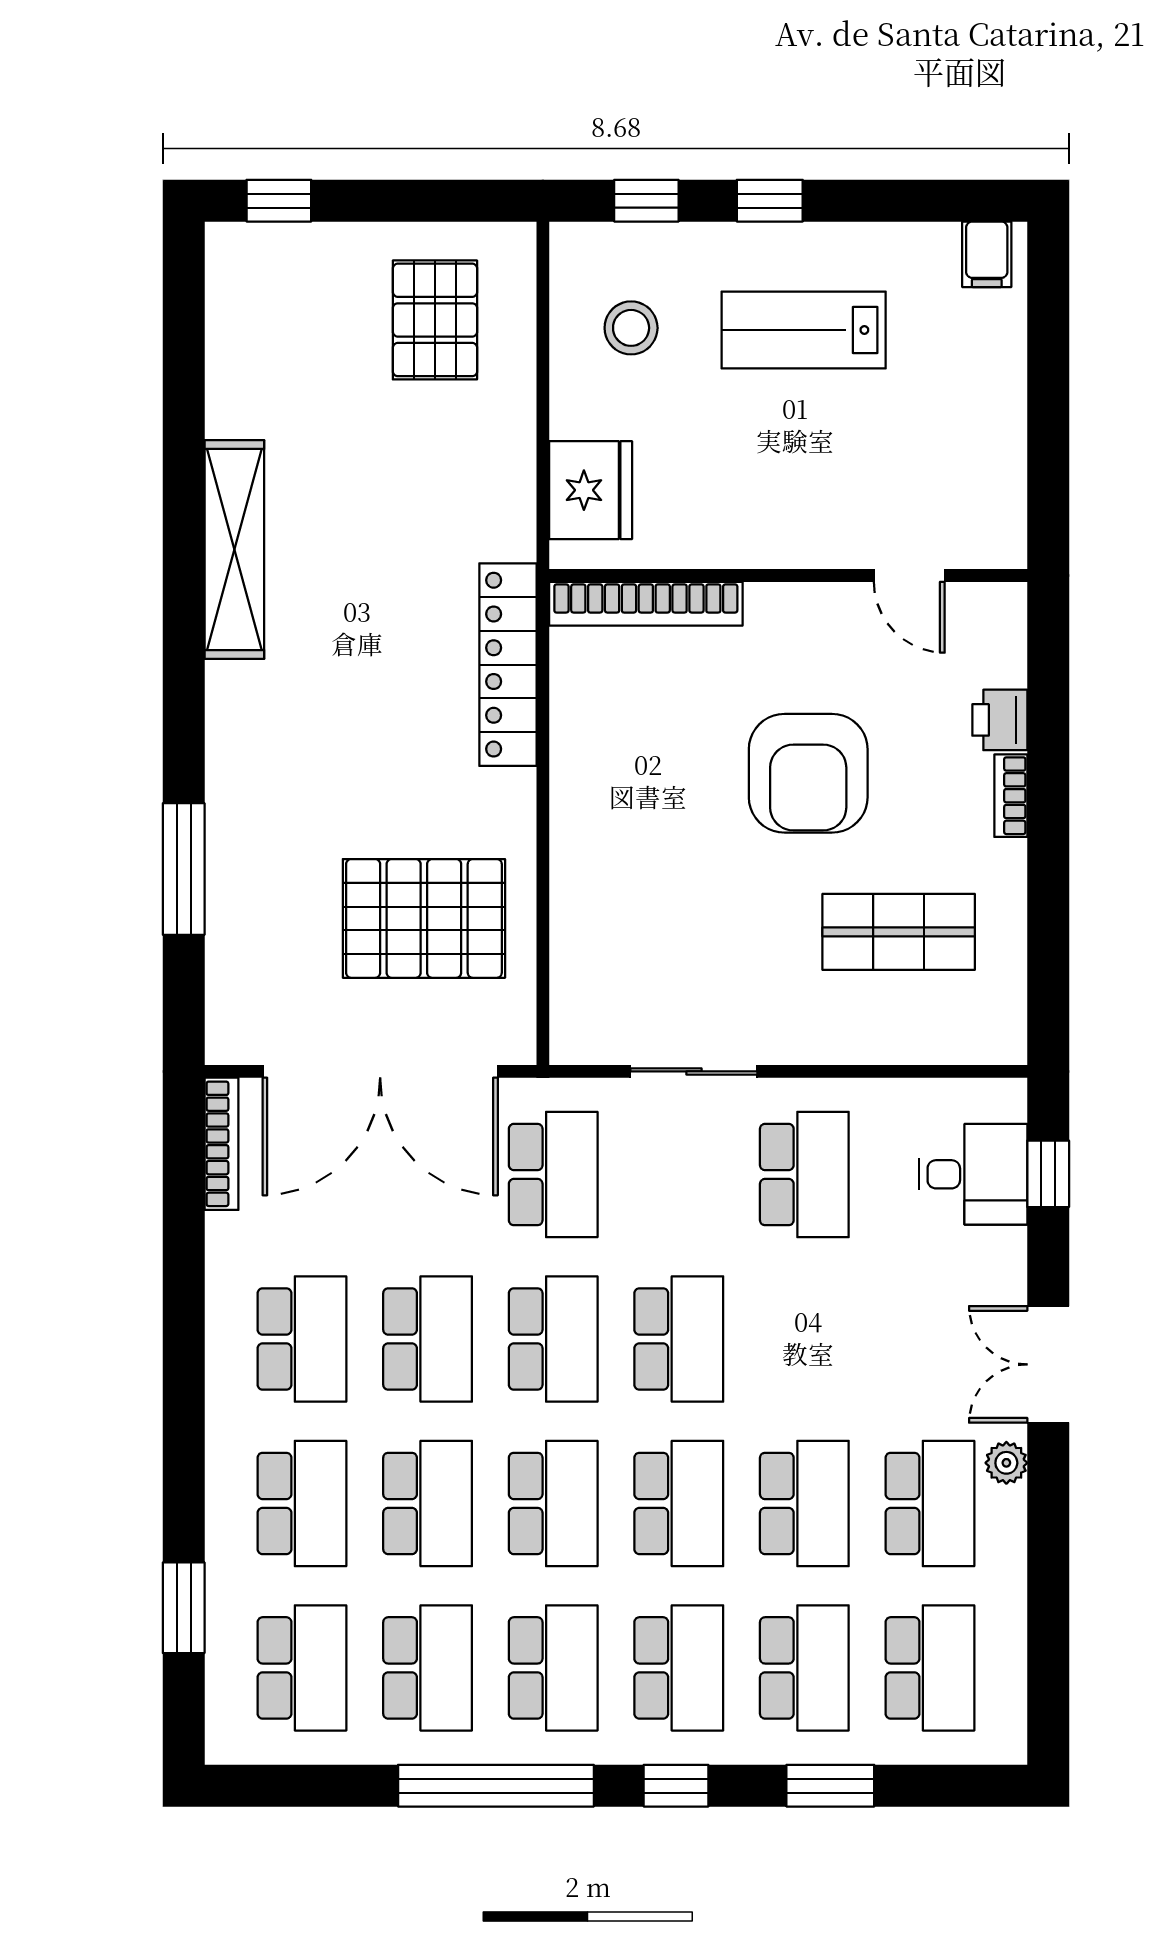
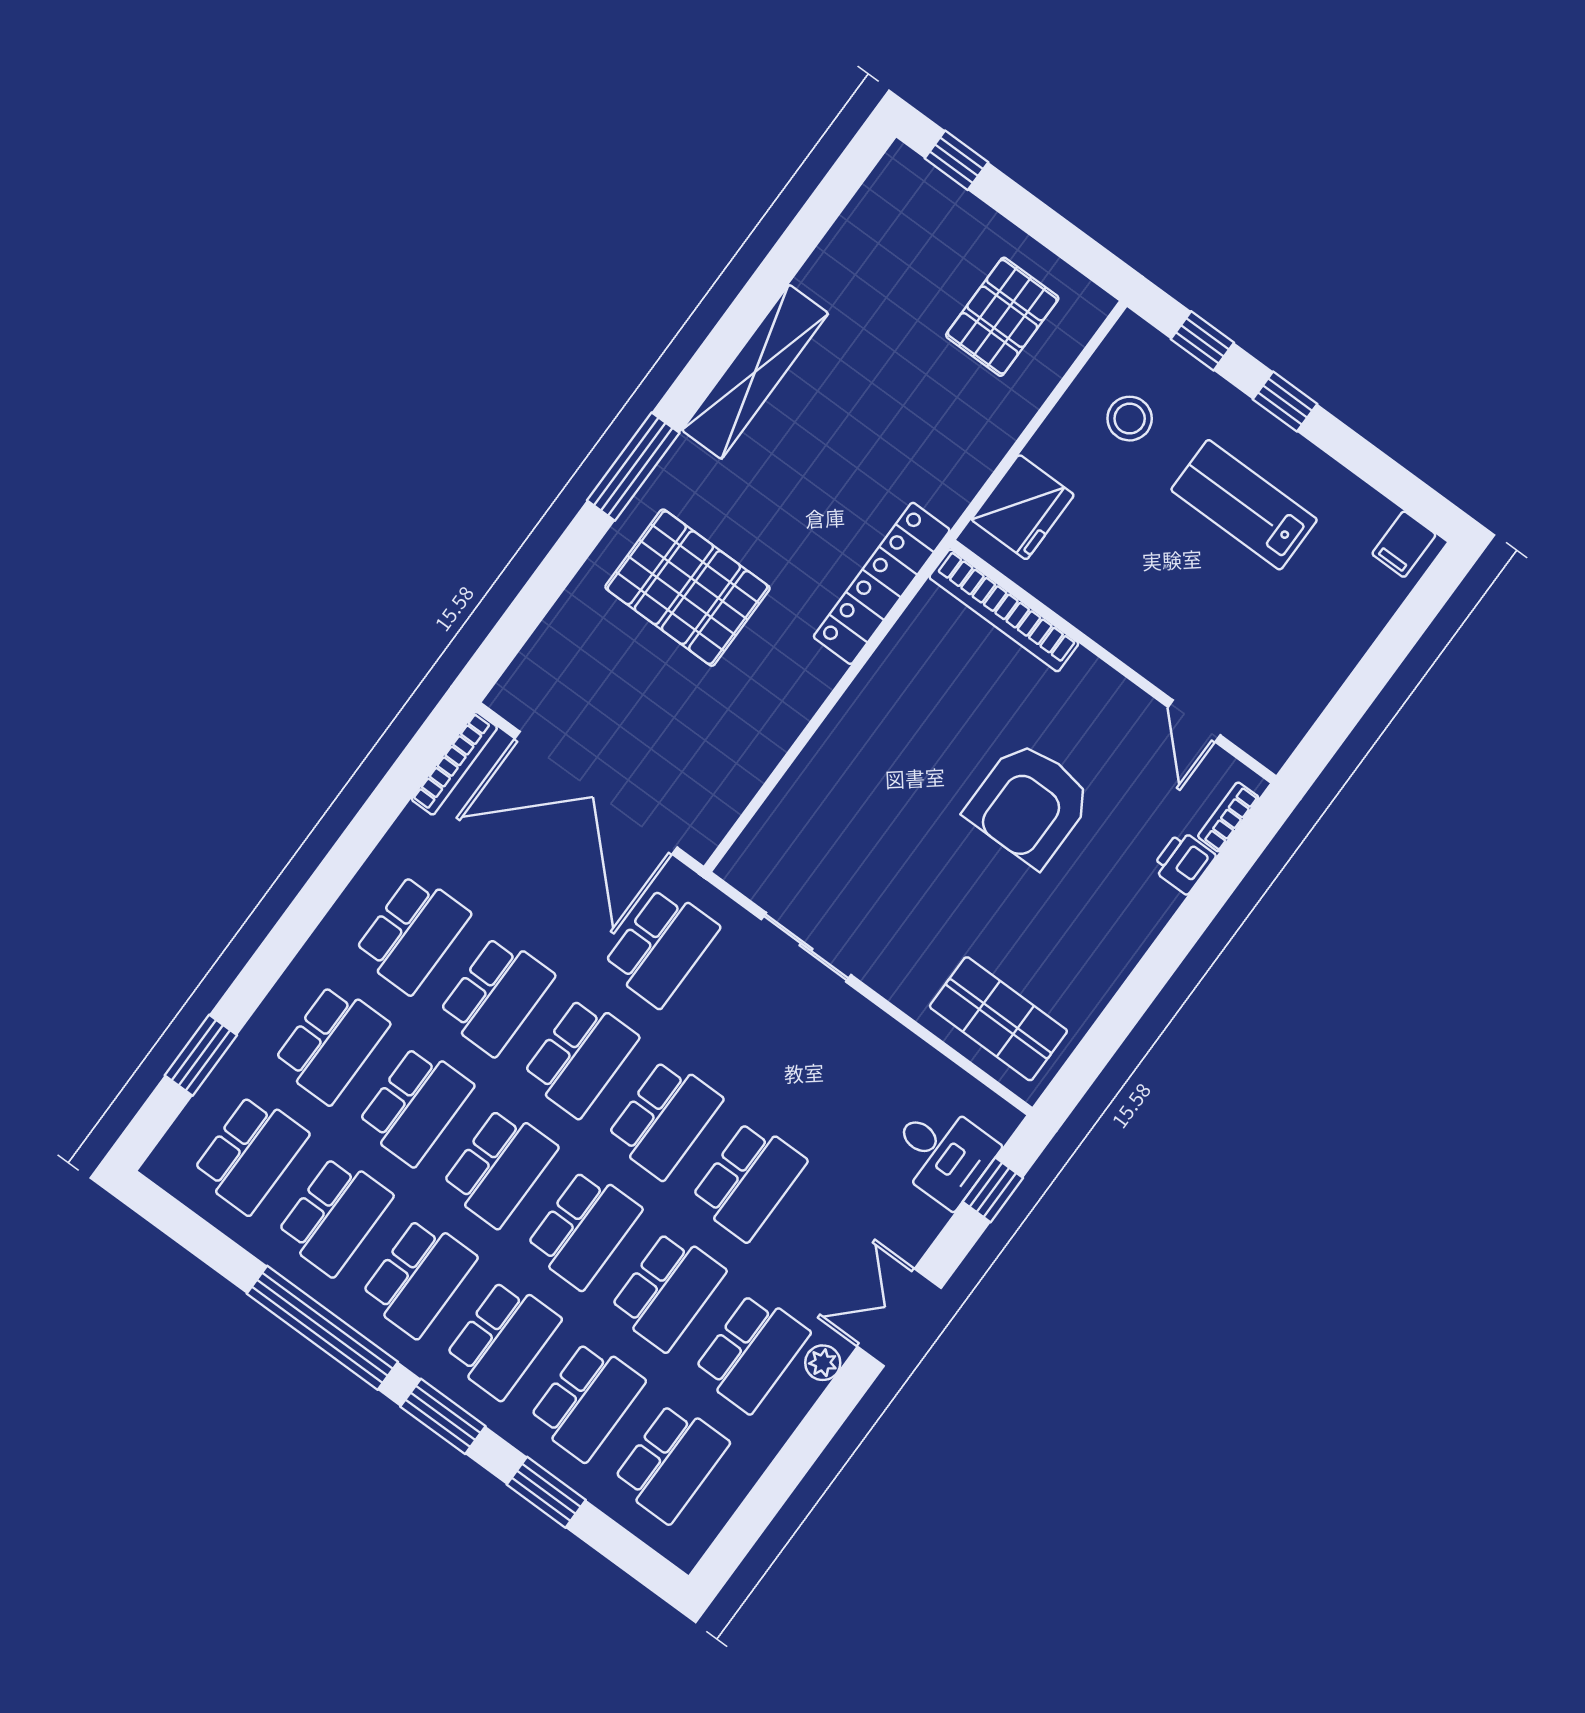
bookcase: (1011, 796) -> (1228, 817), moved
window: (184, 869) -> (633, 467), moved
pallet: (424, 918) -> (687, 588), moved
shop shelf: (899, 932) -> (998, 1019), moved
school desk: (804, 1175) -> (748, 1181), moved
window: (676, 1786) -> (443, 1416), width x1.50

